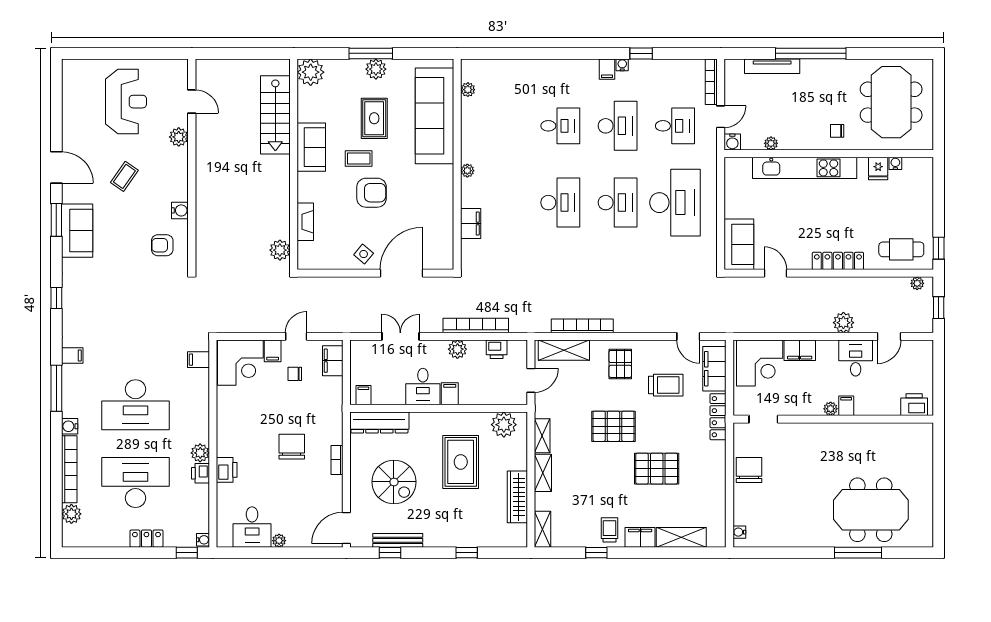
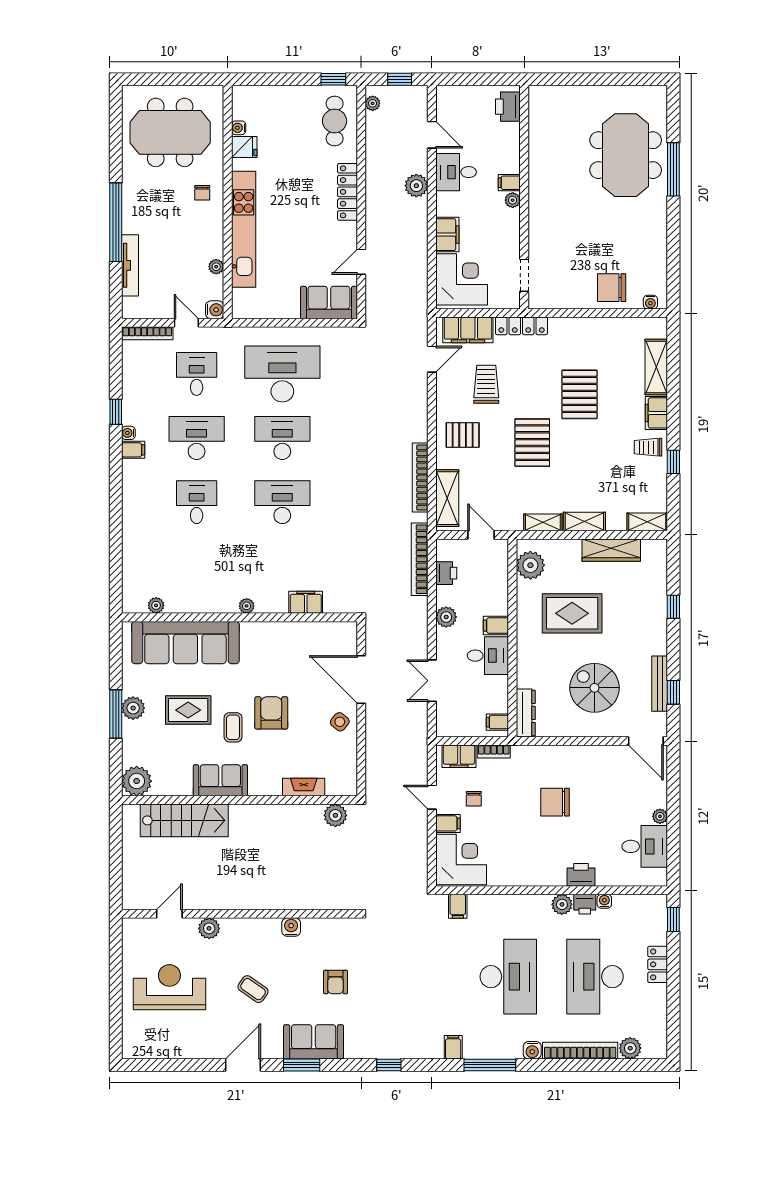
armchair: (162, 245) -> (336, 982), moved
bookcase: (476, 326) -> (420, 559), moved
dresser: (379, 423) -> (526, 713), width x0.73, depth x0.80
bookcase: (337, 460) -> (494, 751), moved
chair: (749, 470) -> (612, 288), moved
spiral stairs: (394, 482) -> (595, 688), turned -90
water cooler: (203, 540) -> (604, 901), moved

